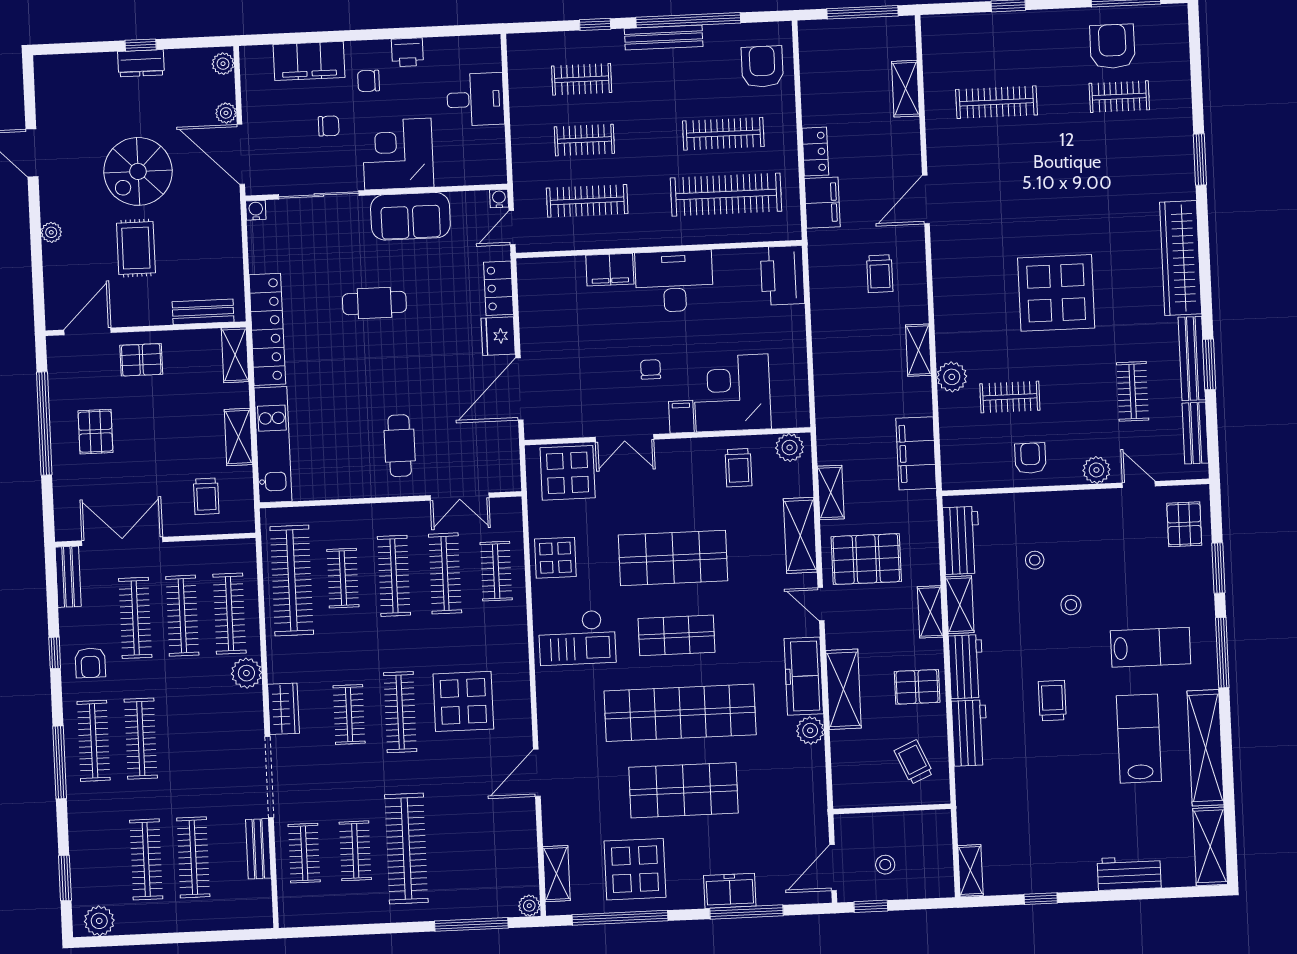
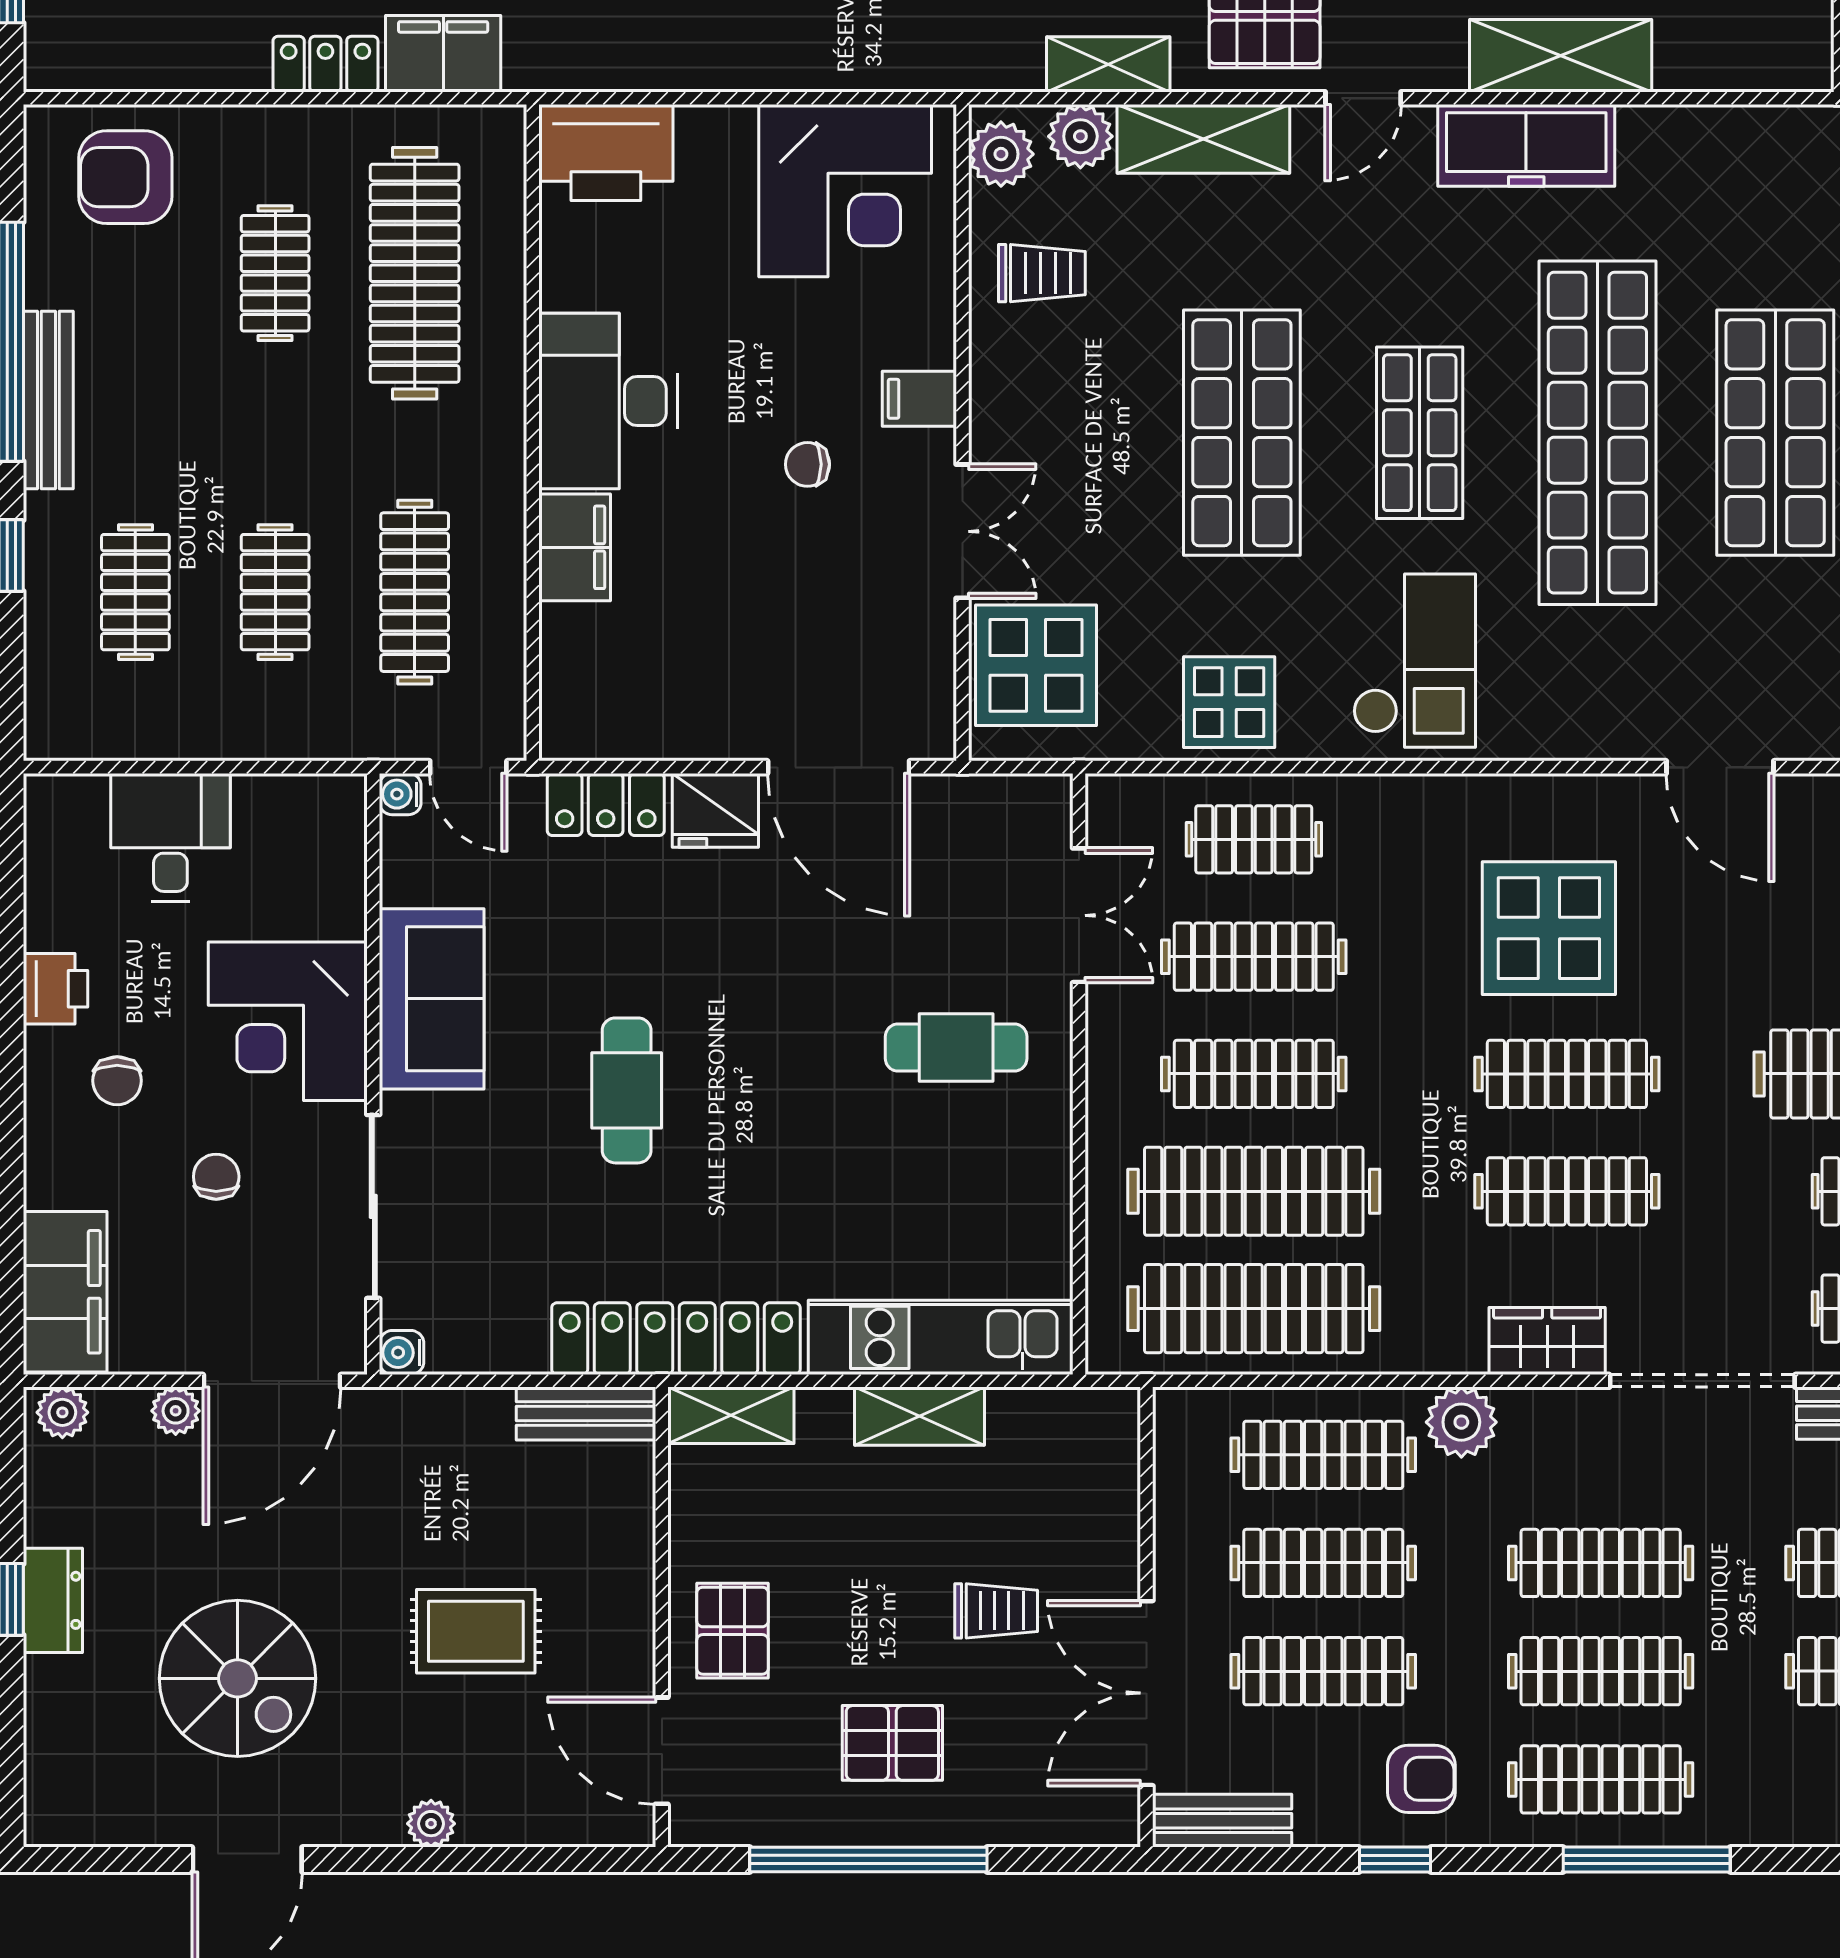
filing cabinet: (309, 61) -> (65, 1292), moved
clothes rail: (723, 134) -> (275, 273), width x0.73
spiral stairs: (138, 171) -> (238, 1678), moved
bench: (203, 312) -> (586, 1414), moved, turned 90
corner desk: (732, 393) -> (845, 191), moved, turned -90
trolley: (206, 496) -> (996, 1611), moved
clothes rail: (343, 578) -> (1254, 1191), width x1.86, depth x1.31
clothes rail: (349, 714) -> (1567, 1191), width x1.36
plant: (810, 730) -> (1080, 136), moved
clothes rail: (188, 737) -> (1601, 1563), added

